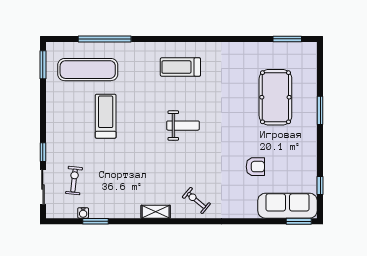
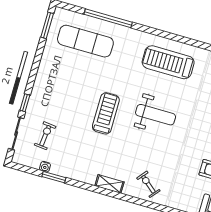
treadmill: (180, 67) -> (168, 62), width x1.37, depth x1.38
treadmill: (106, 116) -> (106, 113), moved
weight bench: (183, 126) -> (156, 115), width x1.36, depth x1.33

